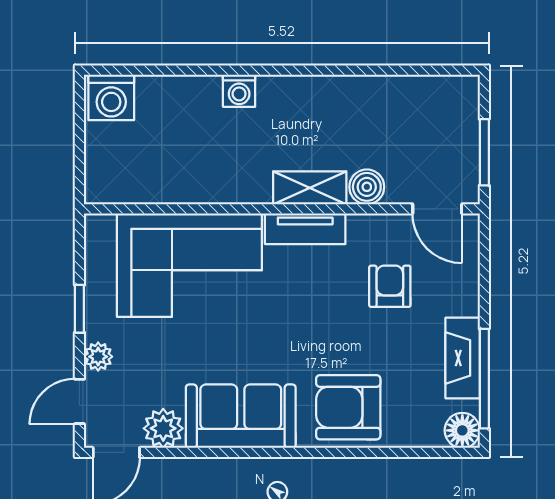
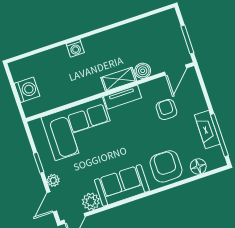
washing machine: (111, 97) -> (27, 90), moved, turned -90
door: (437, 209) -> (176, 70), hinge flipped
armchair: (348, 407) -> (166, 166), turned 90
floor lamp: (462, 430) -> (198, 166), moved

